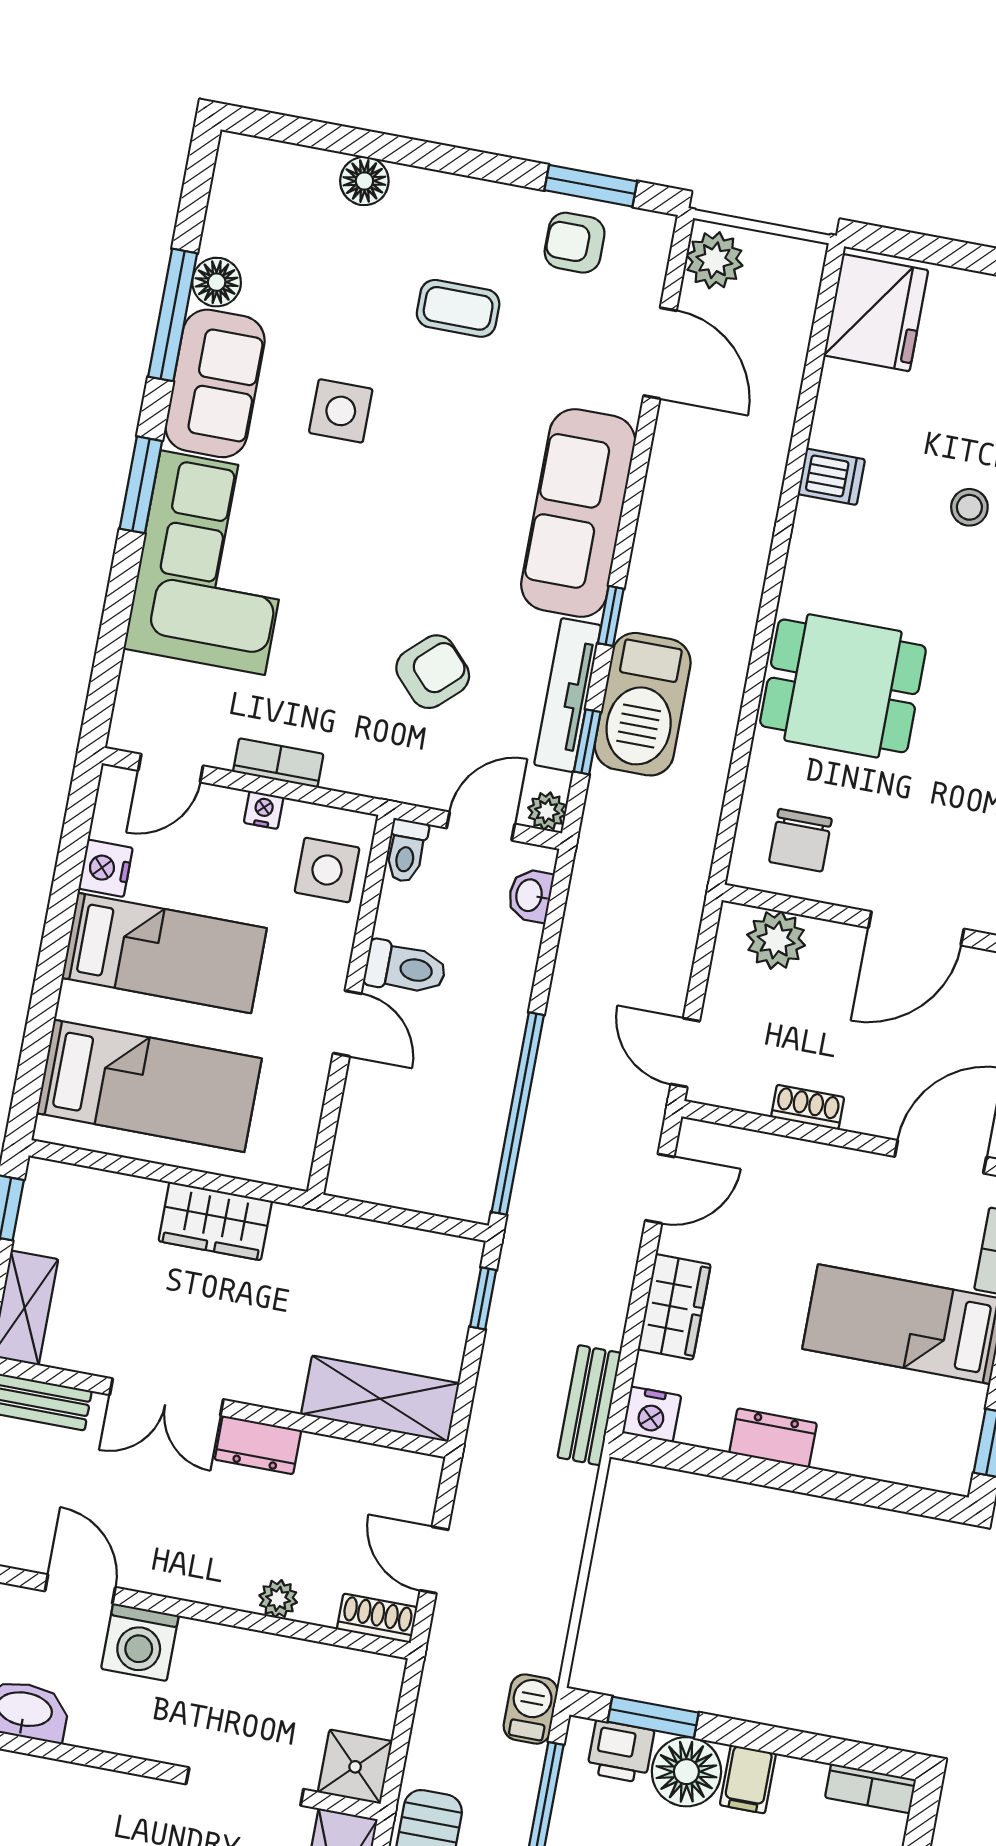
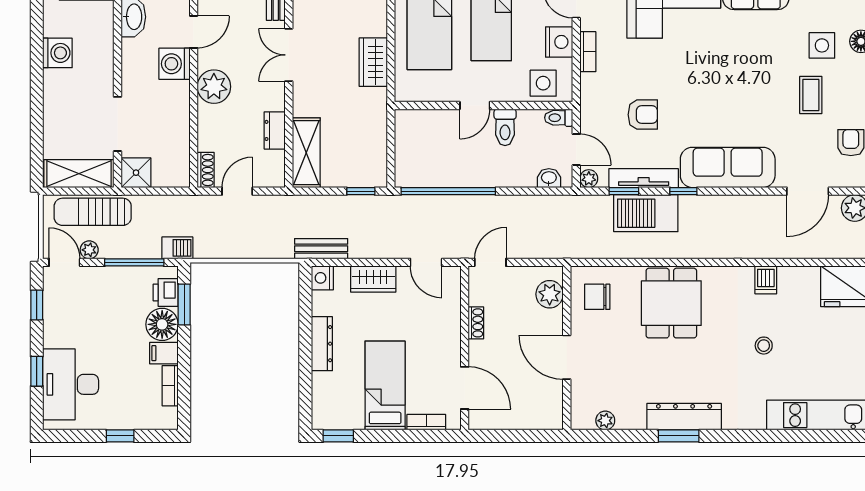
side table: (341, 411) -> (822, 45), moved
armchair: (433, 672) -> (643, 115), turned -47
nightstand: (264, 810) -> (559, 42), width x1.89, depth x1.79
dresser: (773, 1438) -> (322, 344), width x1.44
dresser: (258, 1445) -> (275, 130), moved
plant: (278, 1599) -> (214, 87), moved, width x1.87, depth x1.87
bookcase: (871, 1788) -> (170, 386), moved

